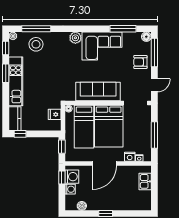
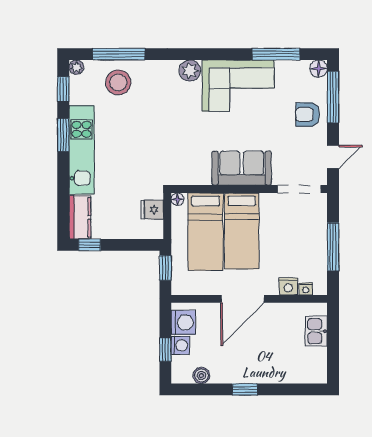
sofa: (98, 92) -> (242, 168), width x0.73
bed: (109, 126) -> (242, 231), width x0.67
window: (62, 177) -> (165, 350), moved

